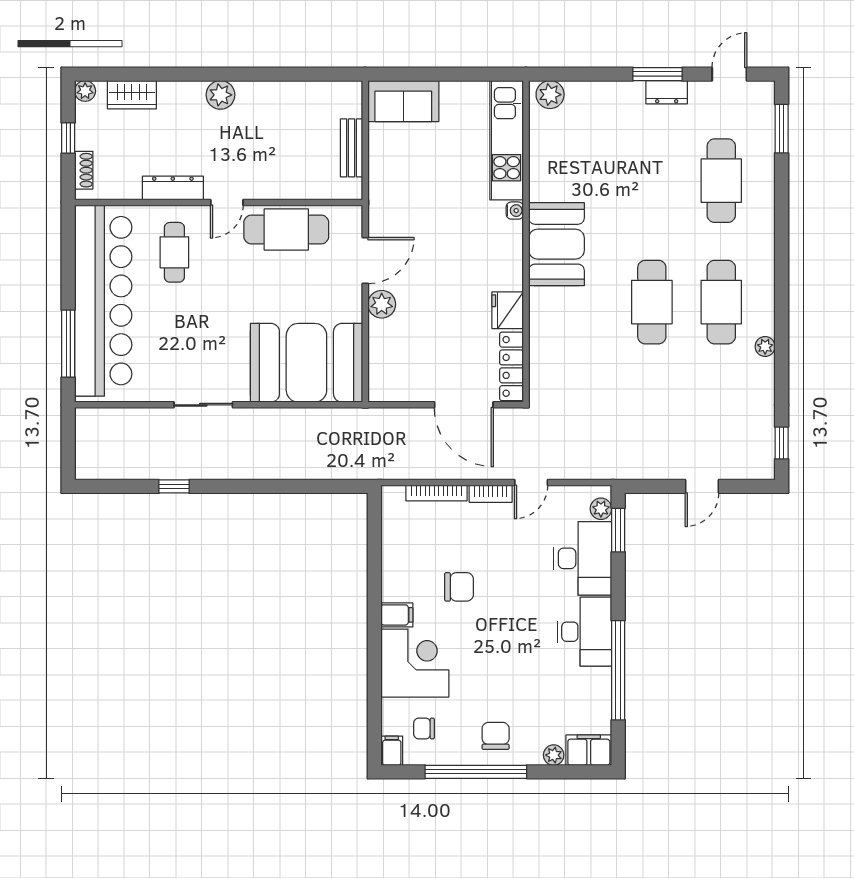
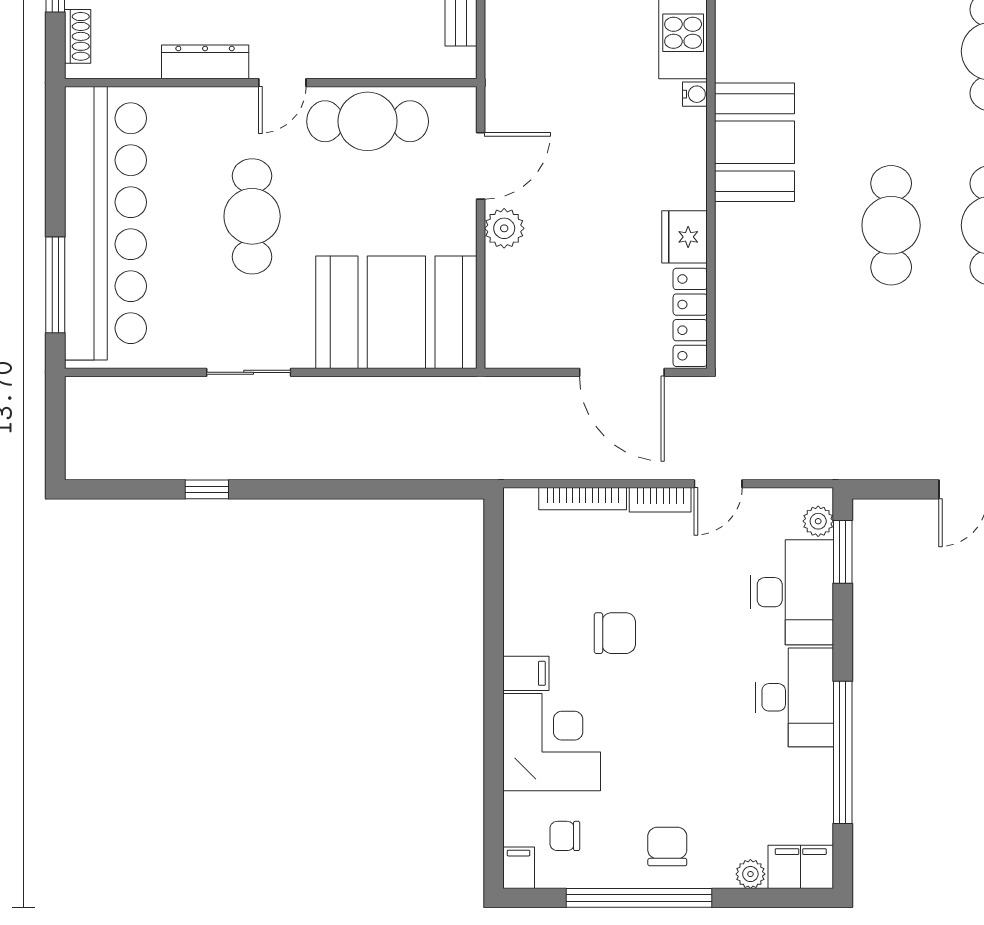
cafe table: (174, 252) -> (252, 216), moved, width x1.37, depth x1.35

